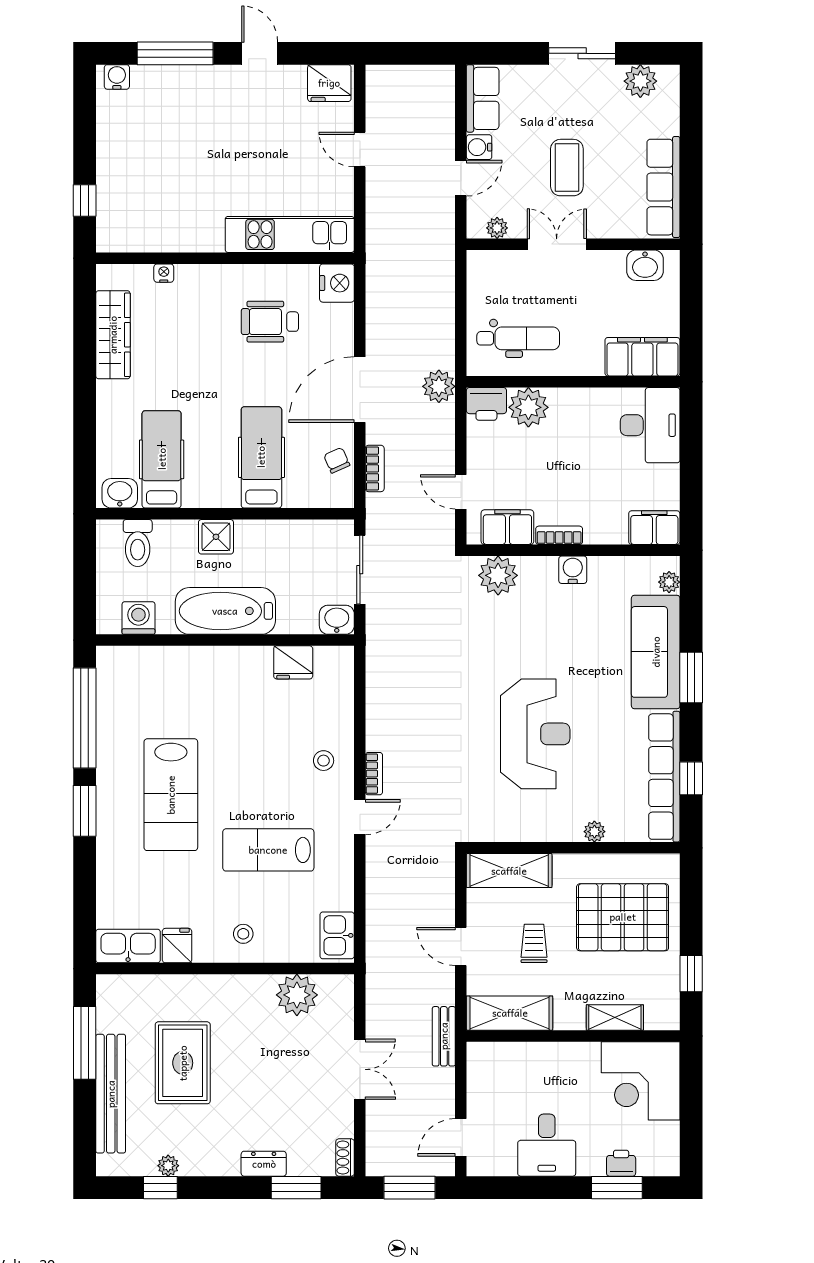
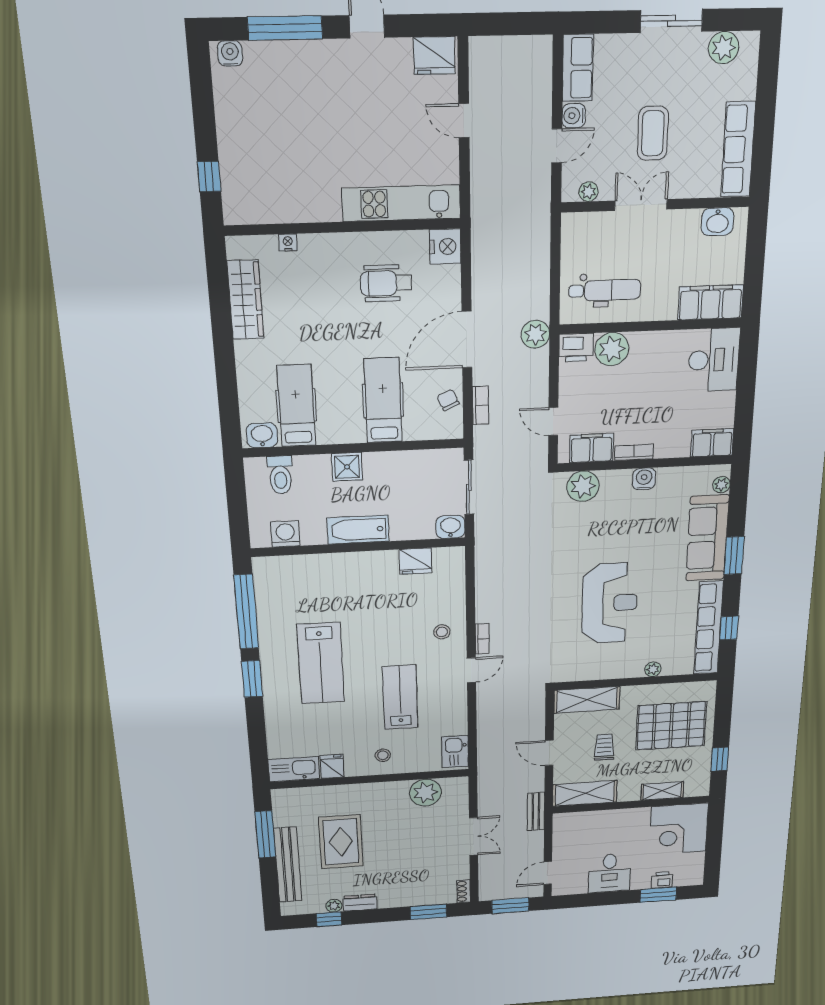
bathtub: (225, 611) -> (358, 530), width x0.73, depth x0.73
lab bench: (268, 850) -> (400, 697), turned 90
dresser: (264, 1164) -> (360, 903), moved

